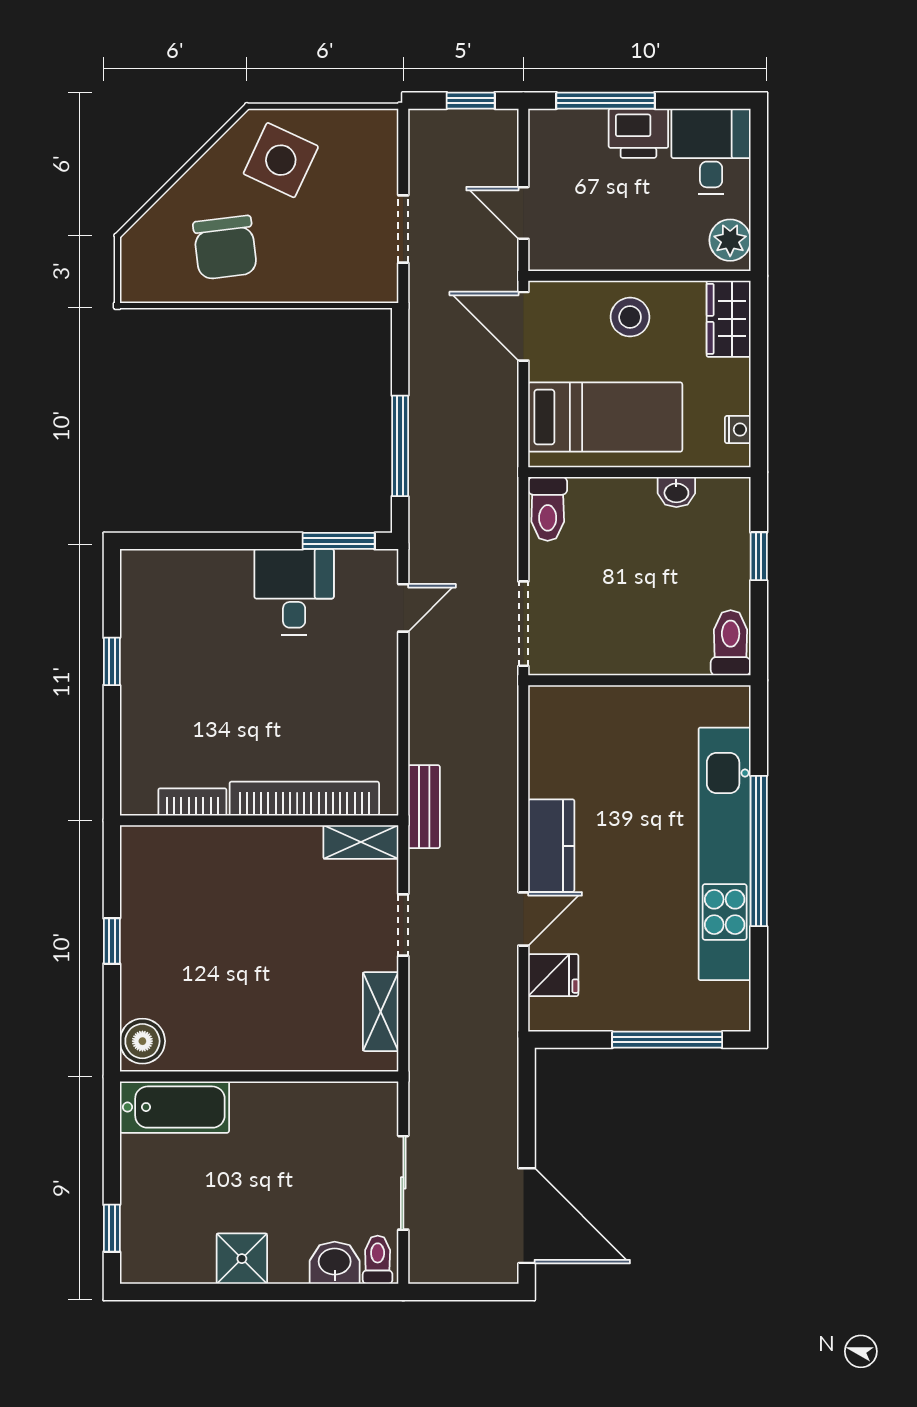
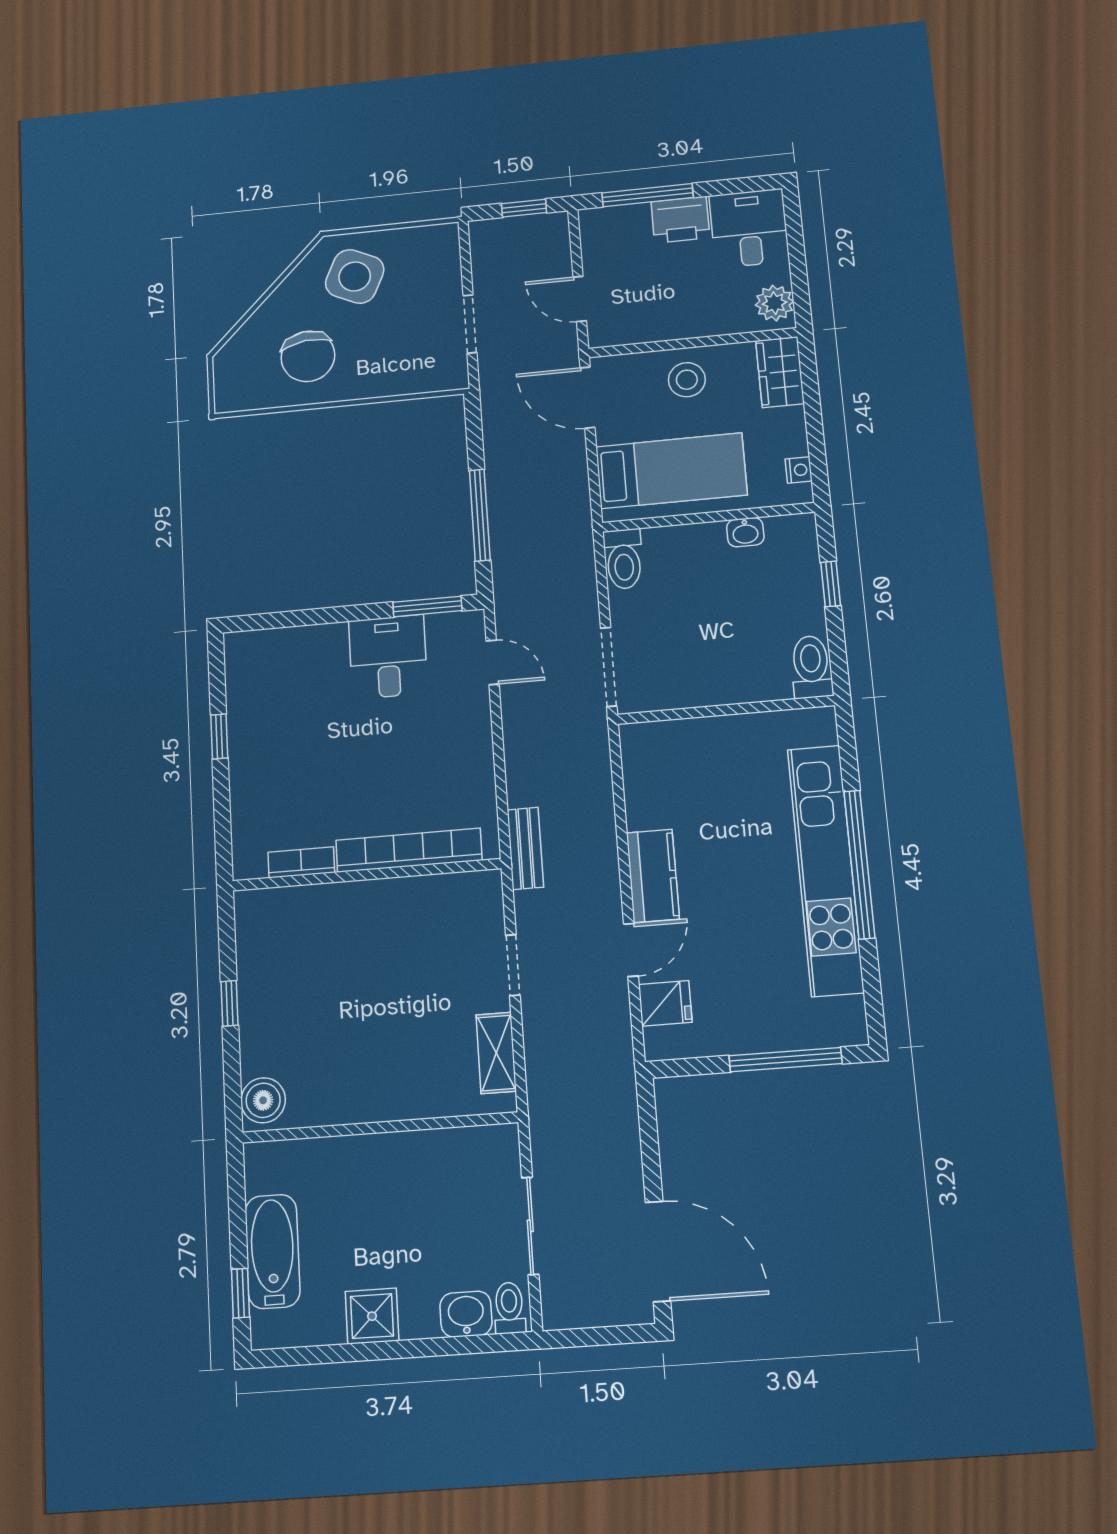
door: (403, 608) -> (493, 662), hinge flipped
shelving: (361, 842) -> (466, 888), removed
bathtub: (174, 1107) -> (272, 1251), moved, turned -90

